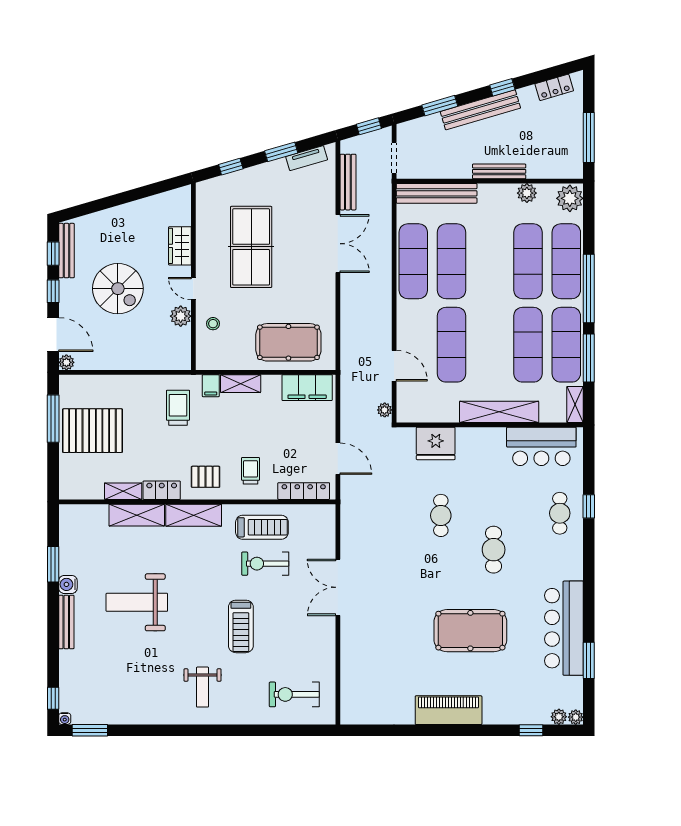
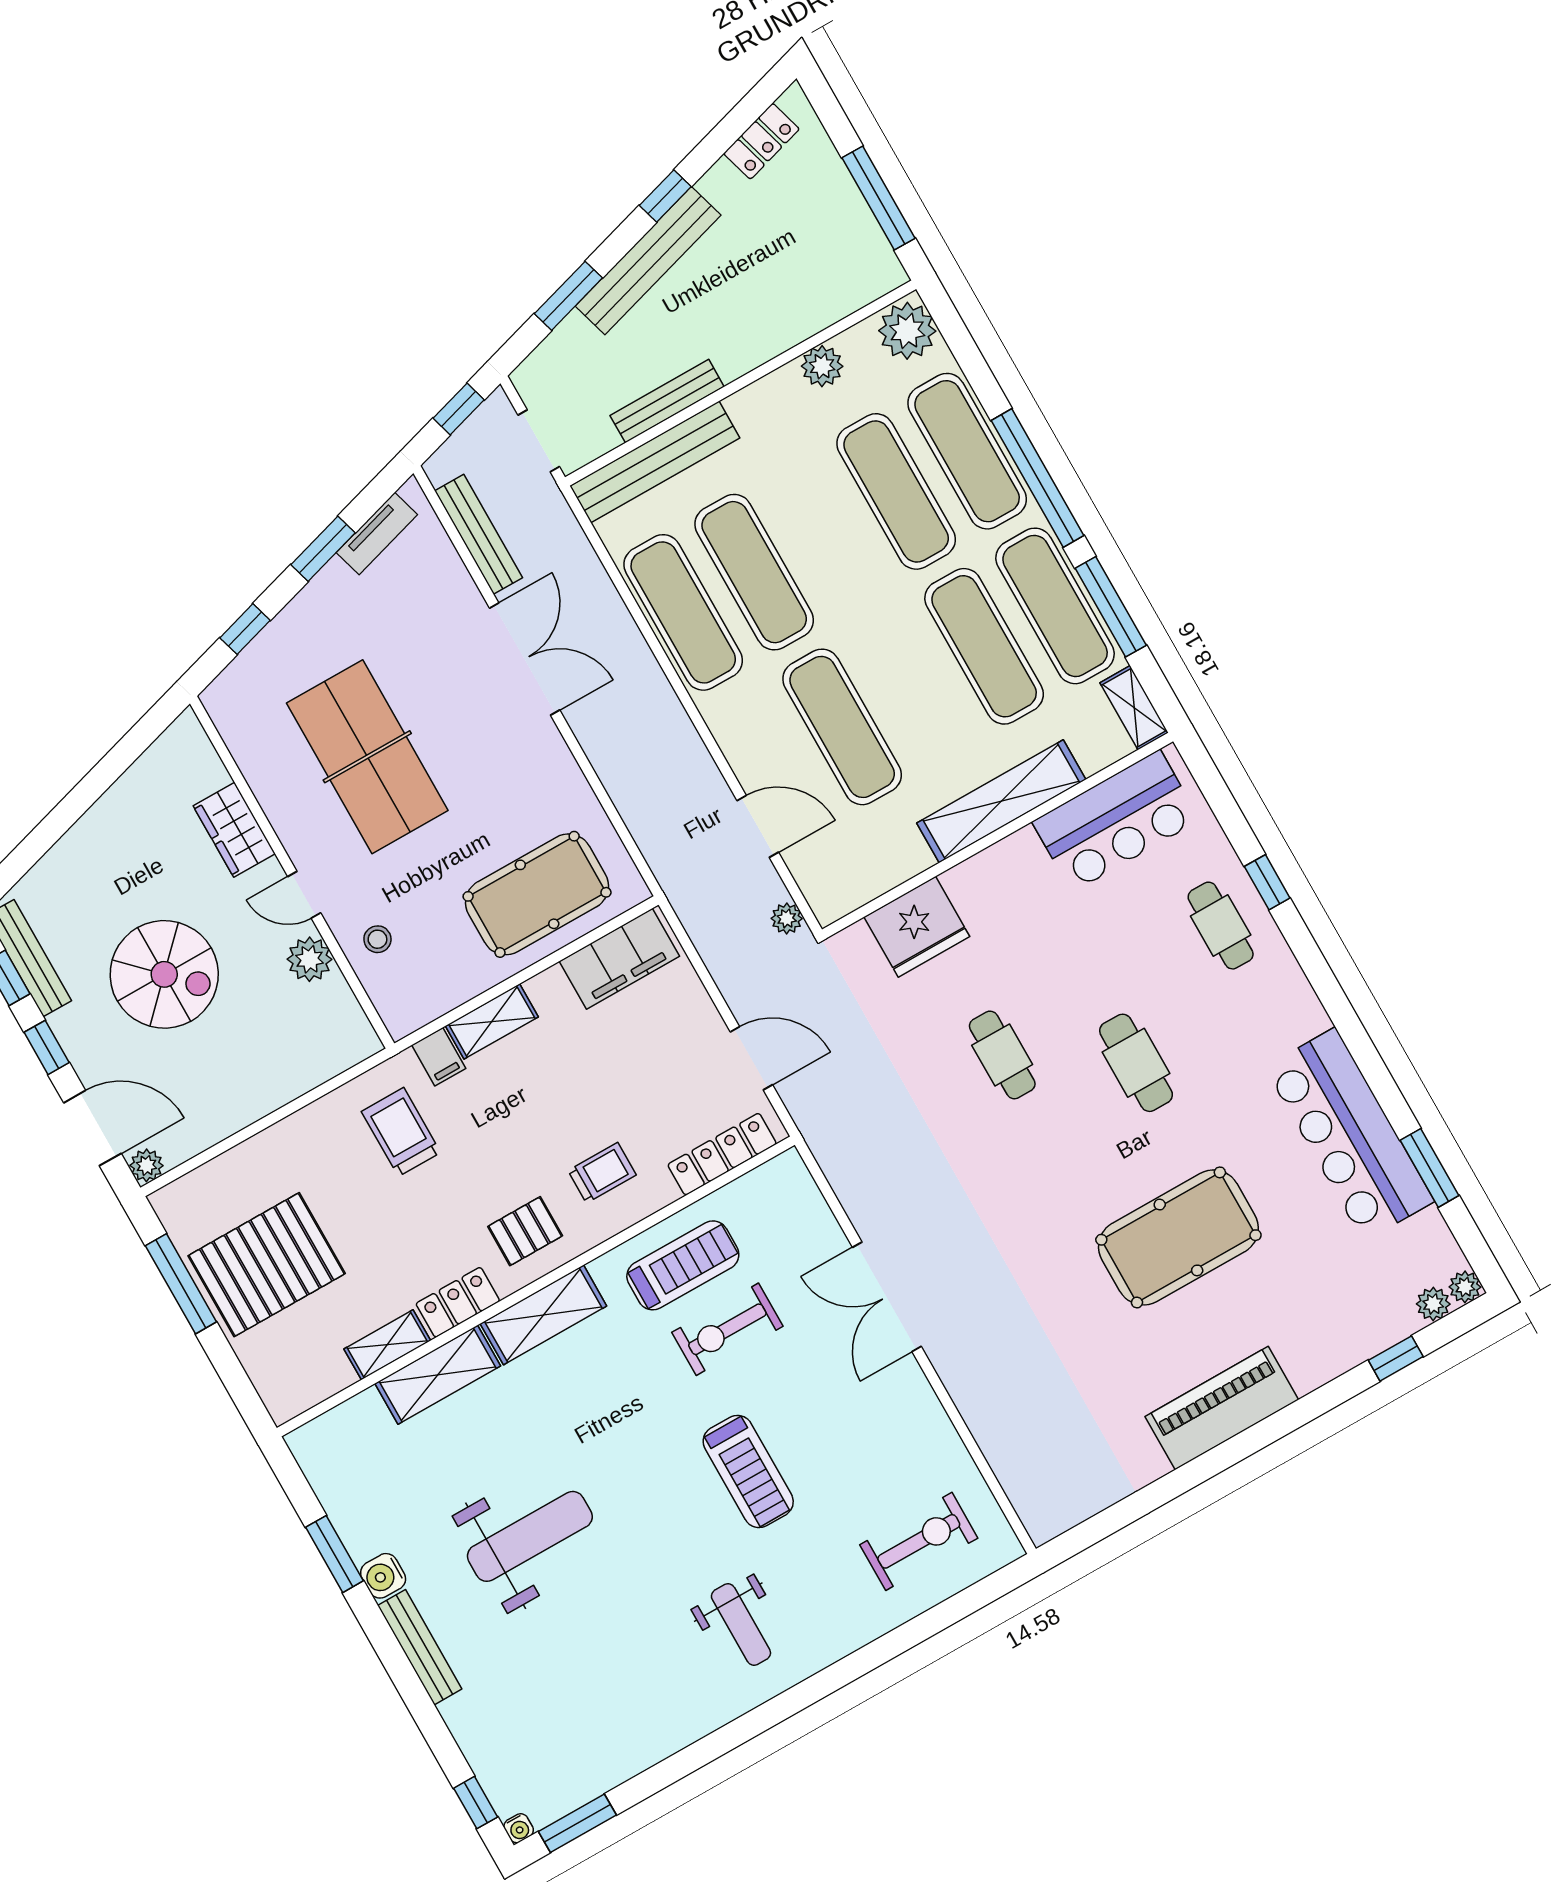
bench: (499, 171) -> (667, 401), moved
trolley: (251, 471) -> (602, 1173), turned 90
weight bench: (137, 602) -> (530, 1536), turned 180
exercise bike: (294, 694) -> (919, 1541), turned 180

